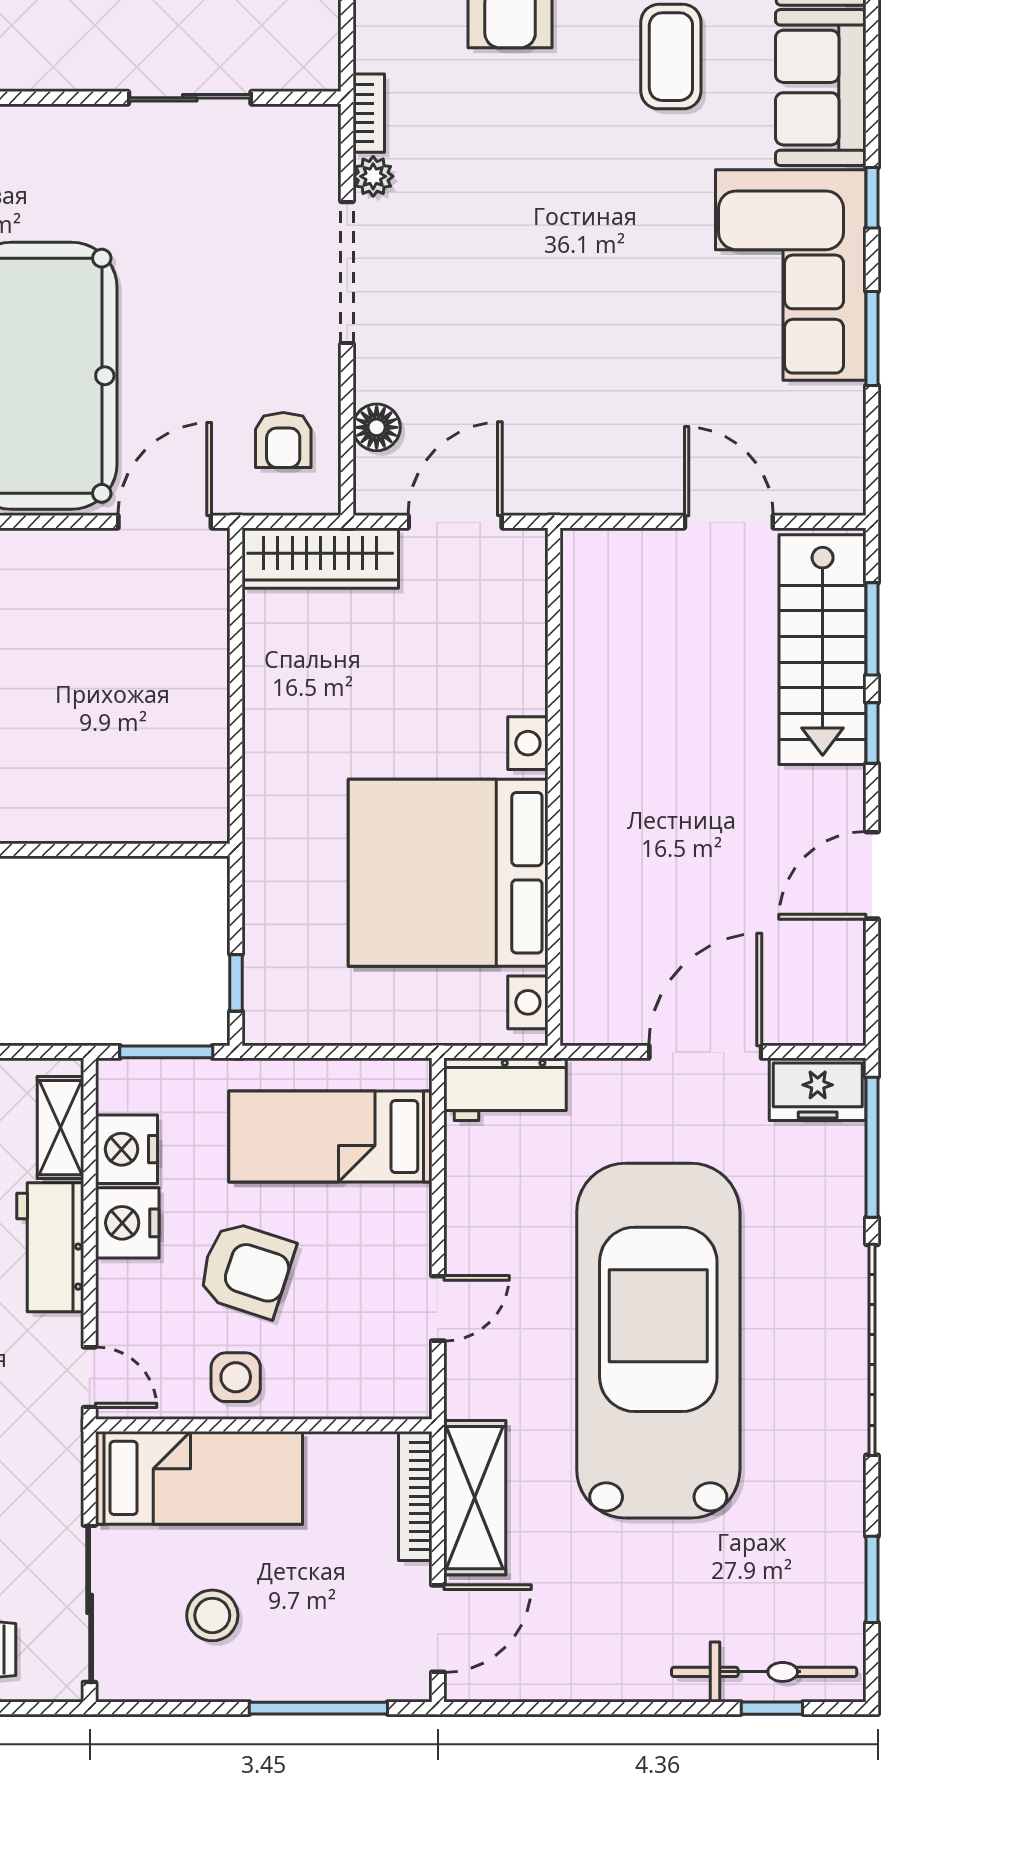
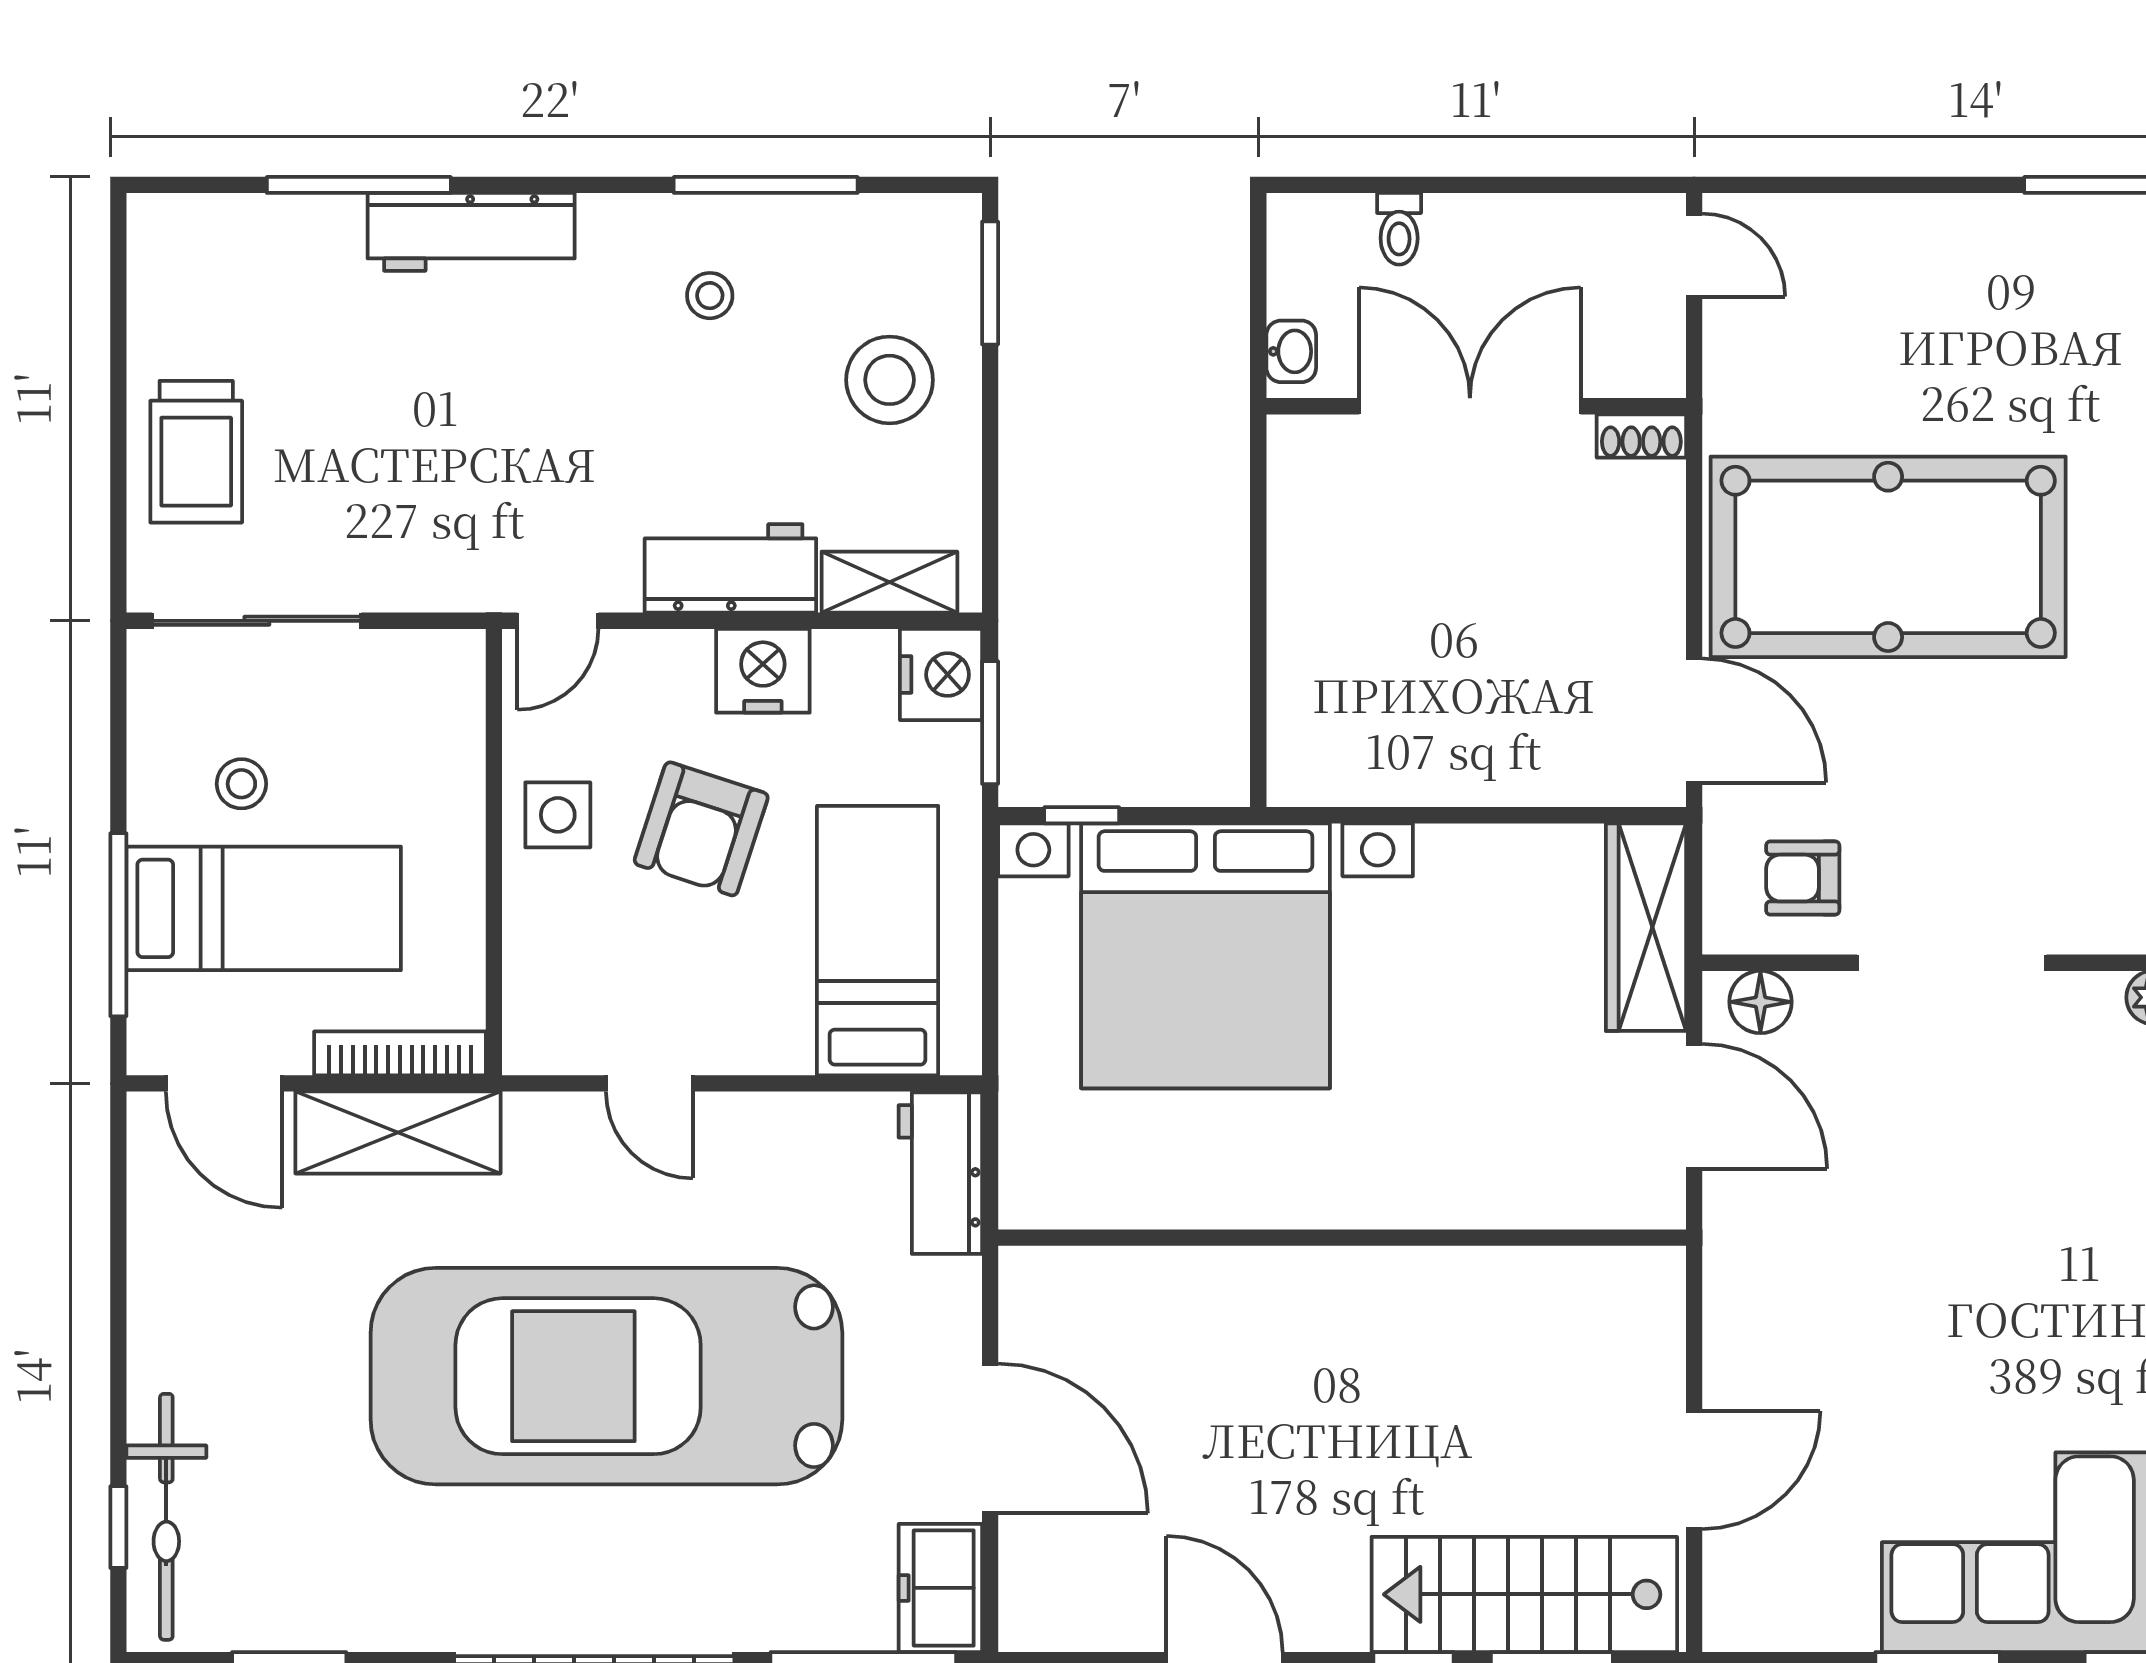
doorway: (347, 273) -> (1952, 963), moved
floor lamp: (377, 427) -> (1760, 1002), moved
bed with nightstands: (448, 873) -> (1206, 956), moved, turned 180
nightstand: (126, 1149) -> (941, 675), moved, turned 90
car: (658, 1341) -> (606, 1376), turned 180
bed: (199, 1478) -> (264, 908), moved, turned -90
stool: (212, 1615) -> (241, 784), width x0.73, depth x0.73

